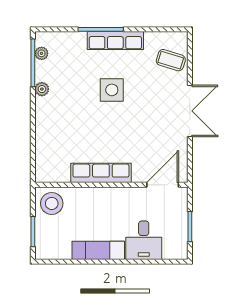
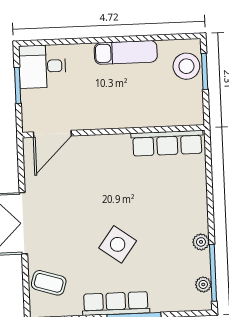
side table: (112, 90) -> (118, 244), turned 36
row of seats: (101, 173) -> (167, 143), moved
stool: (52, 203) -> (186, 66), moved
desk: (144, 240) -> (42, 66), moved, turned -90

